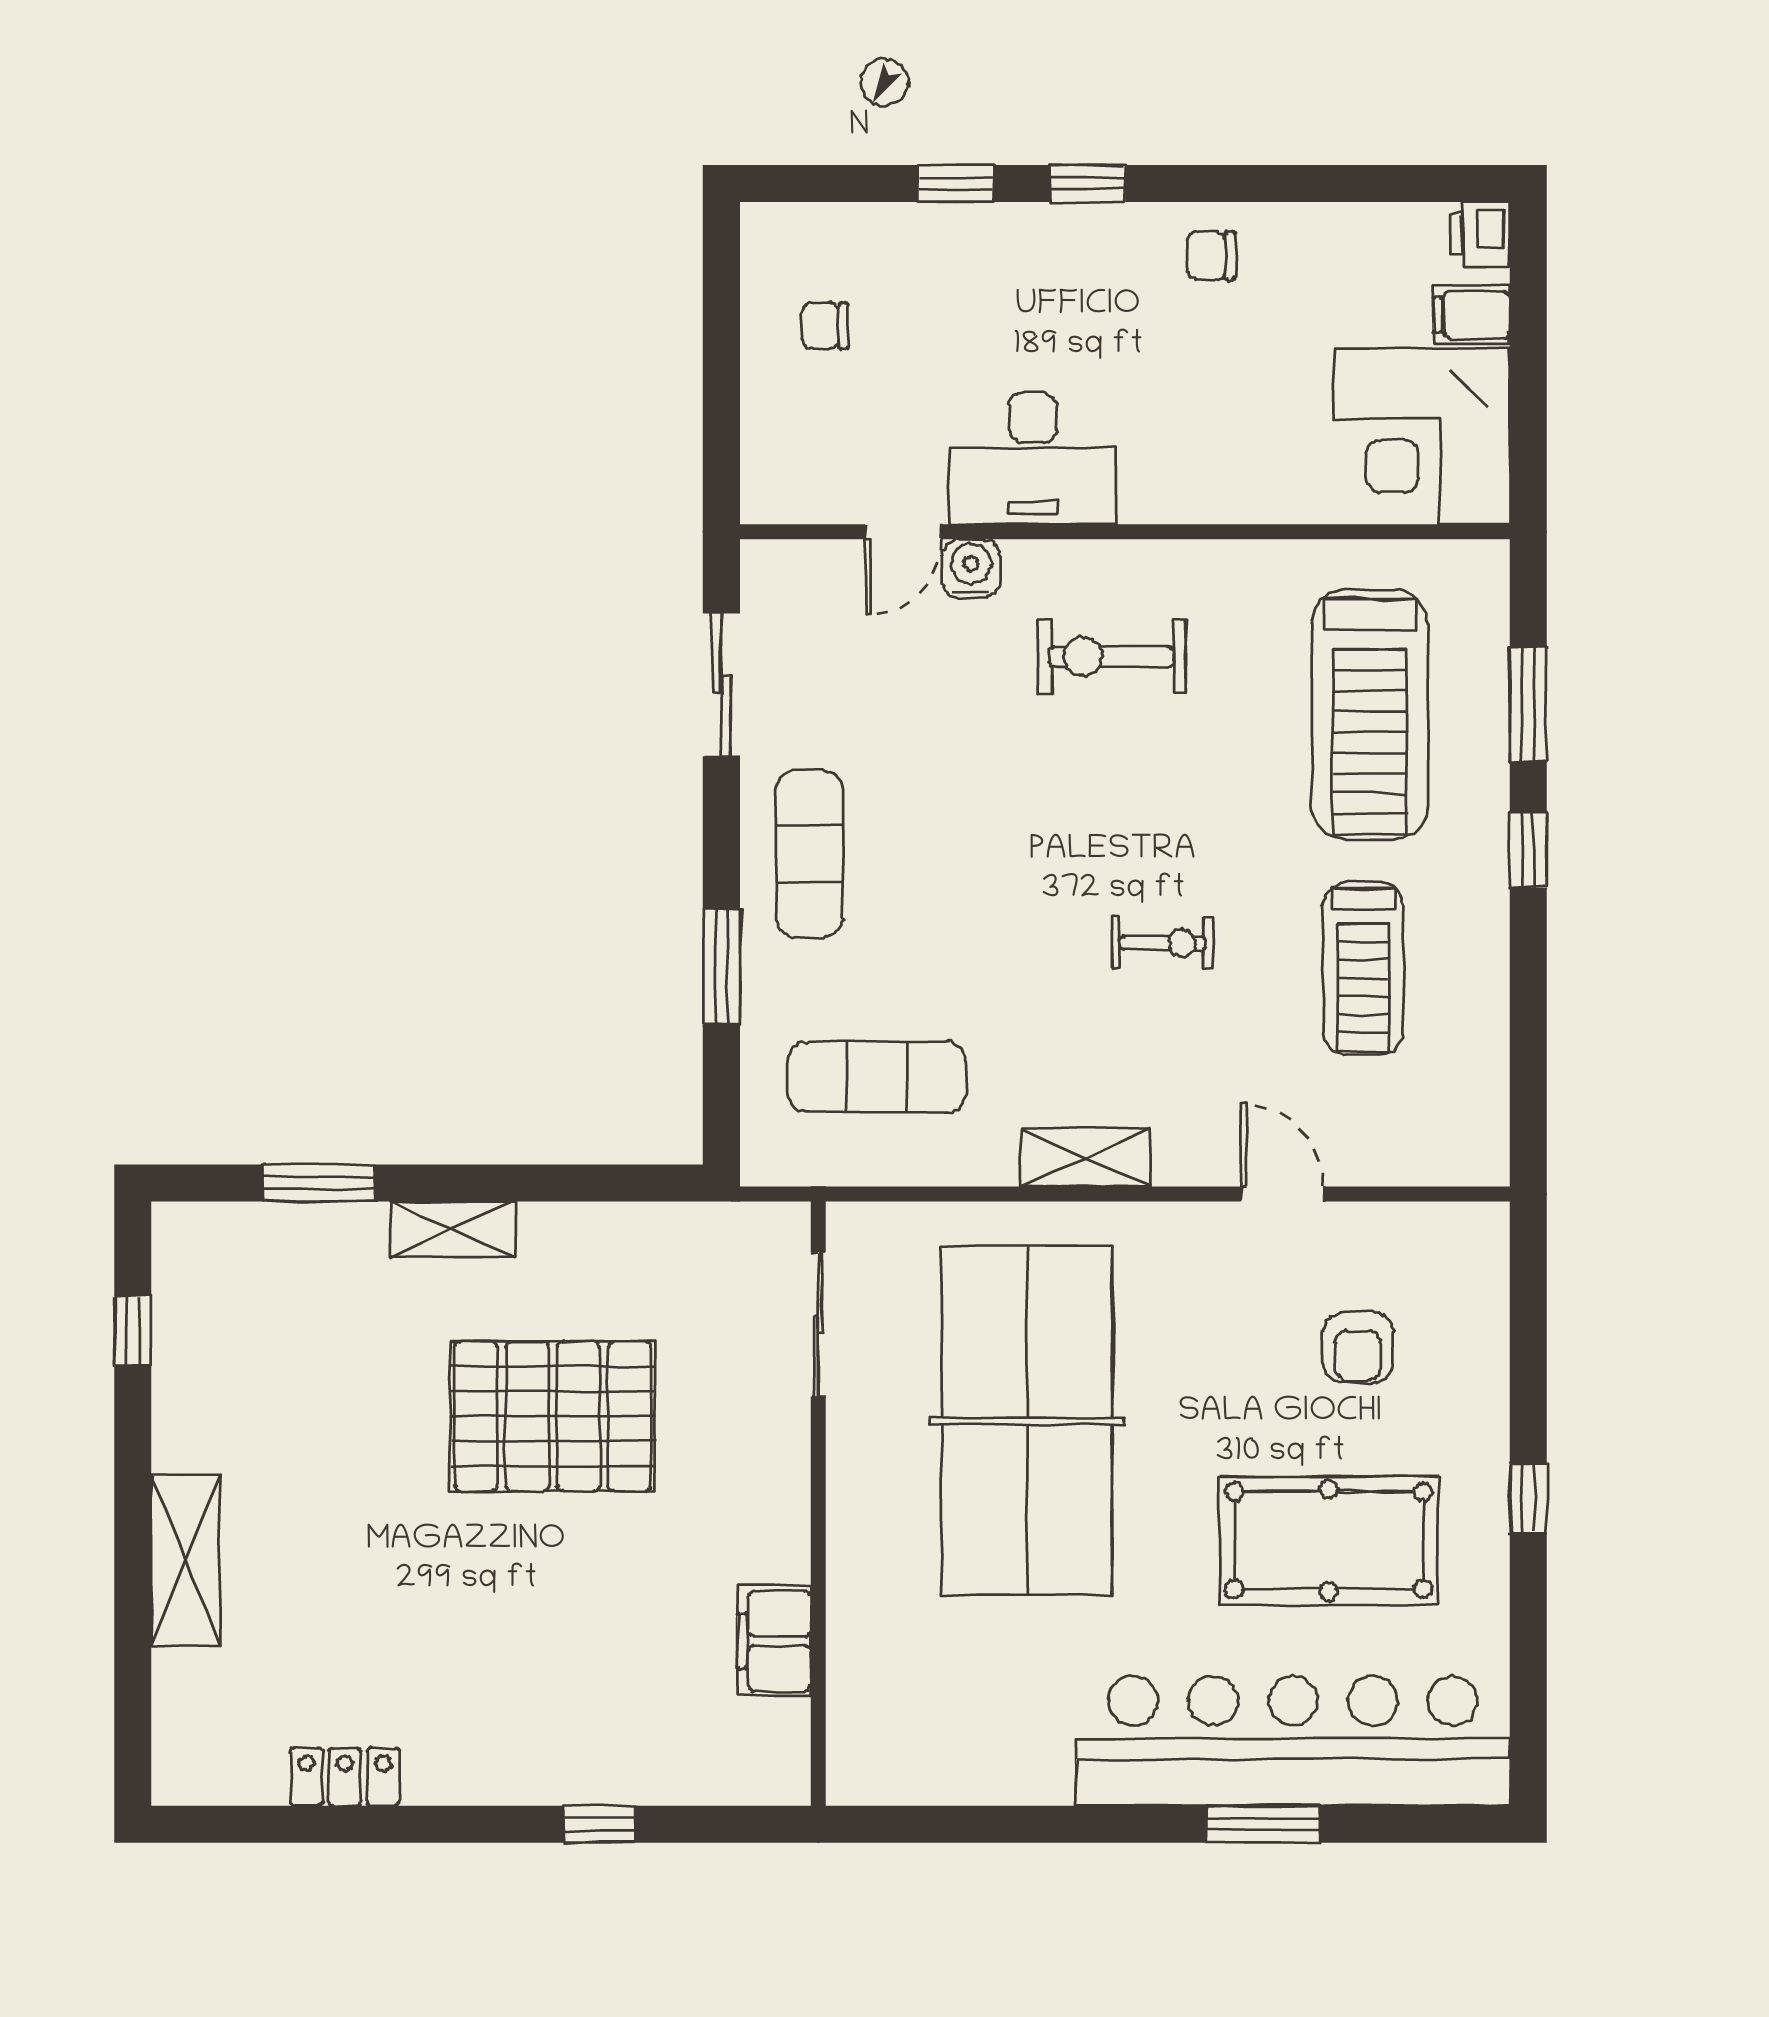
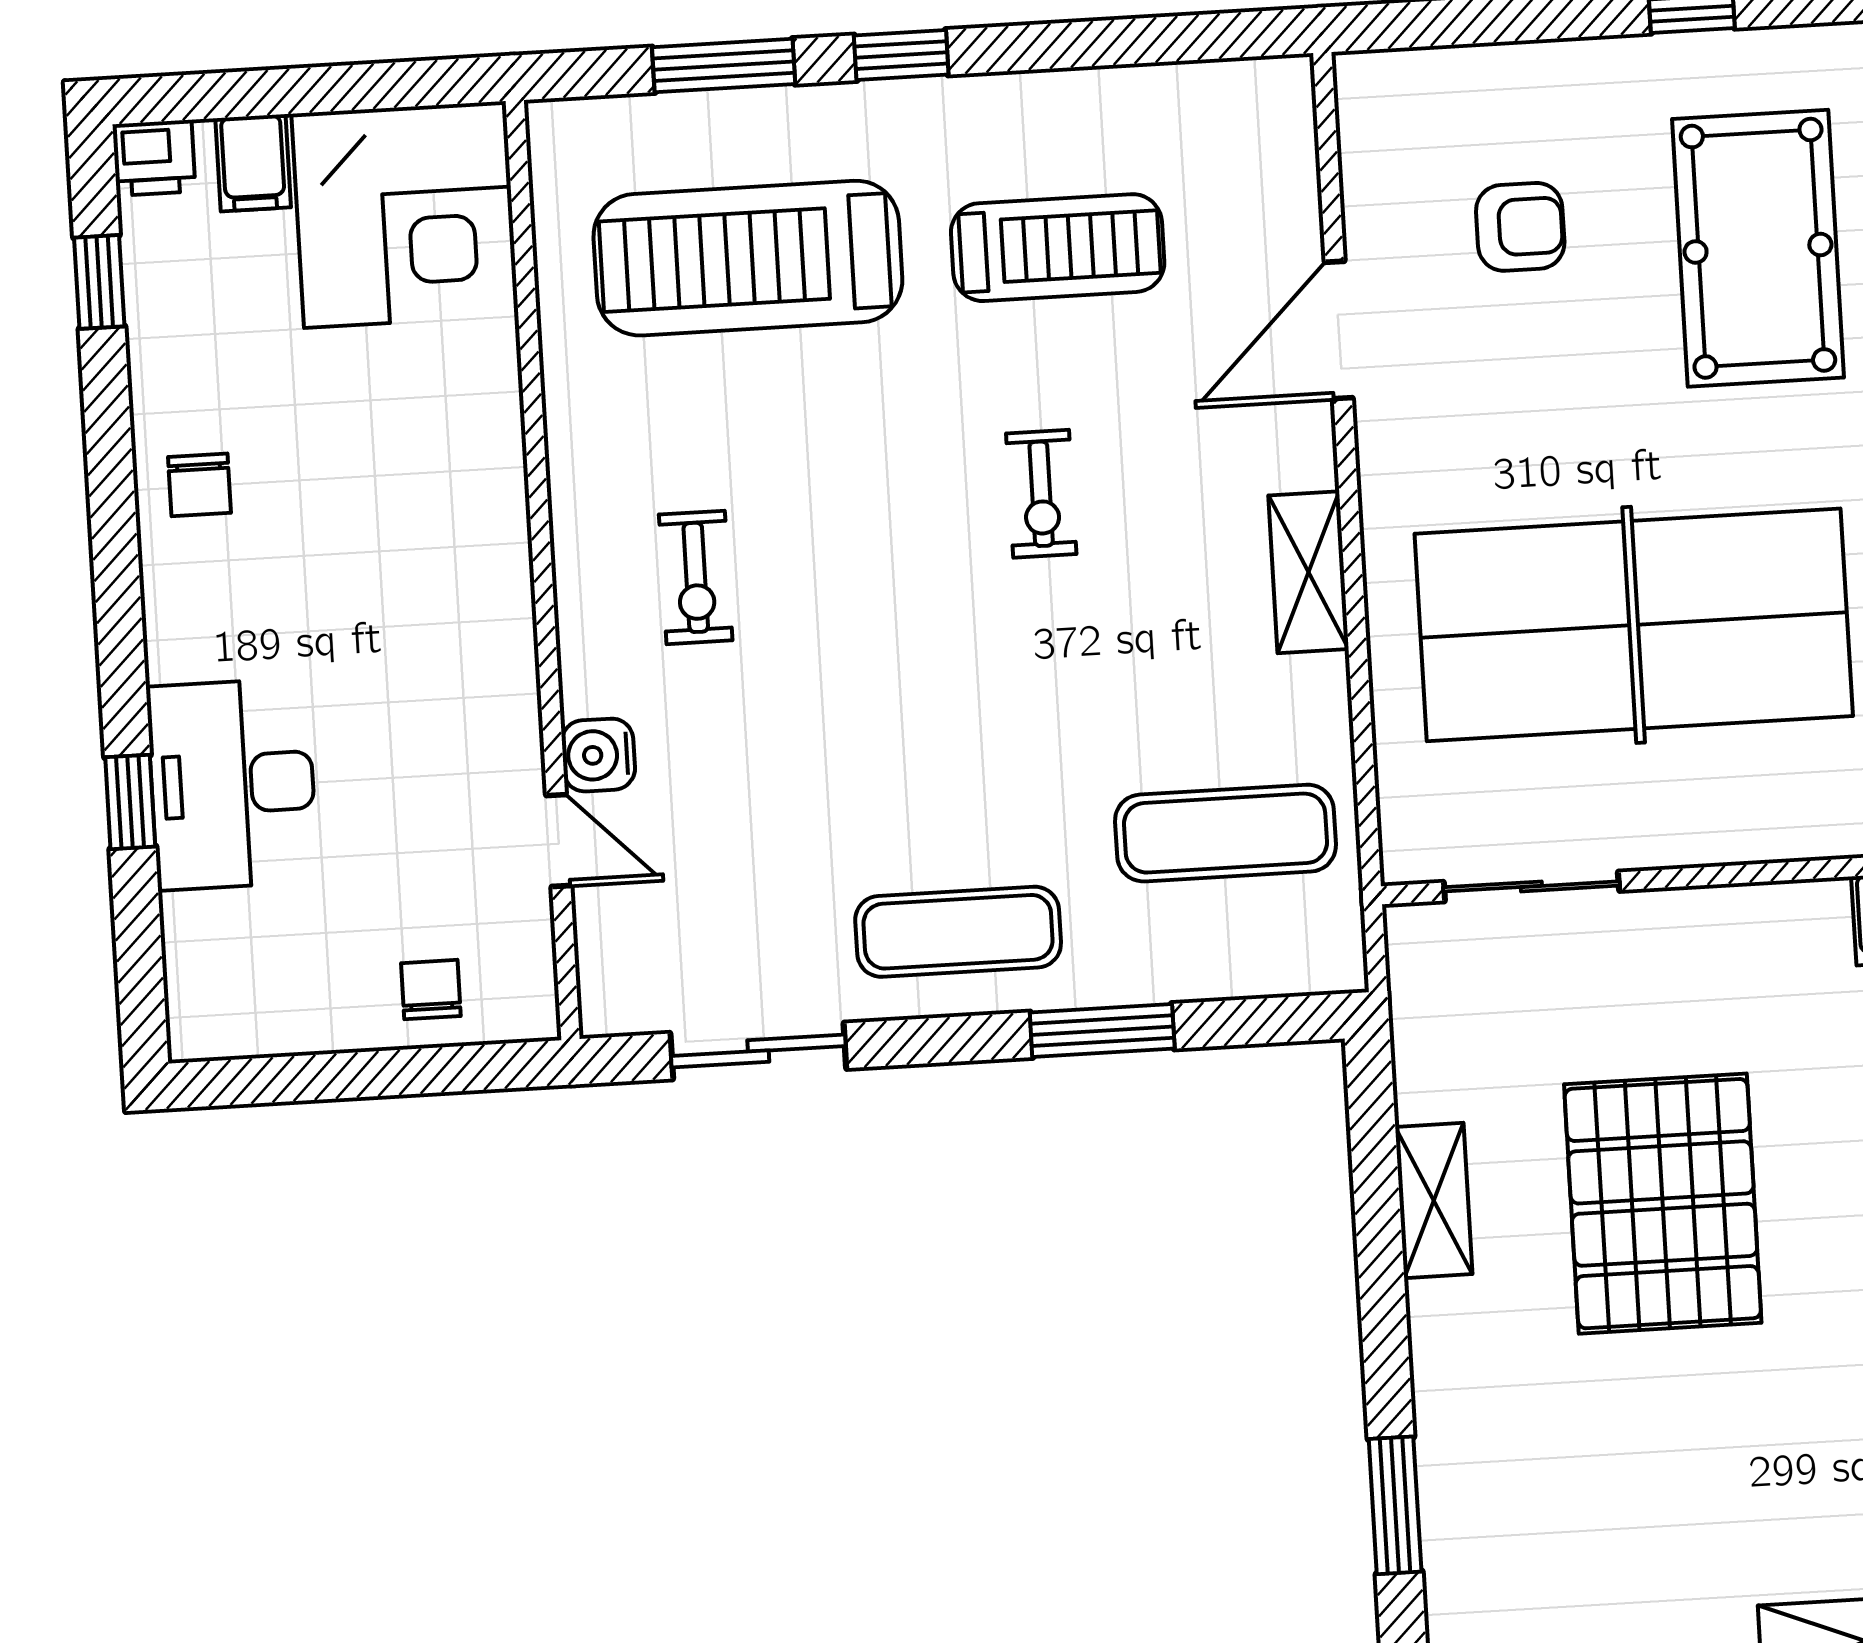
window: (1088, 184) -> (99, 282), moved
chair: (825, 326) -> (431, 990), moved, turned 180
desk: (1033, 459) -> (232, 784), moved, turned 180
exercise bike: (1111, 657) -> (696, 577), width x0.73, depth x0.72
treadmill: (1370, 715) -> (748, 258), turned 180
exercise bike: (1163, 943) -> (1041, 494), turned 180
exercise mat: (877, 1077) -> (1225, 833), turned 90
door: (1282, 1194) -> (1339, 330), width x1.37
shelving: (452, 1229) -> (1434, 1200), moved

